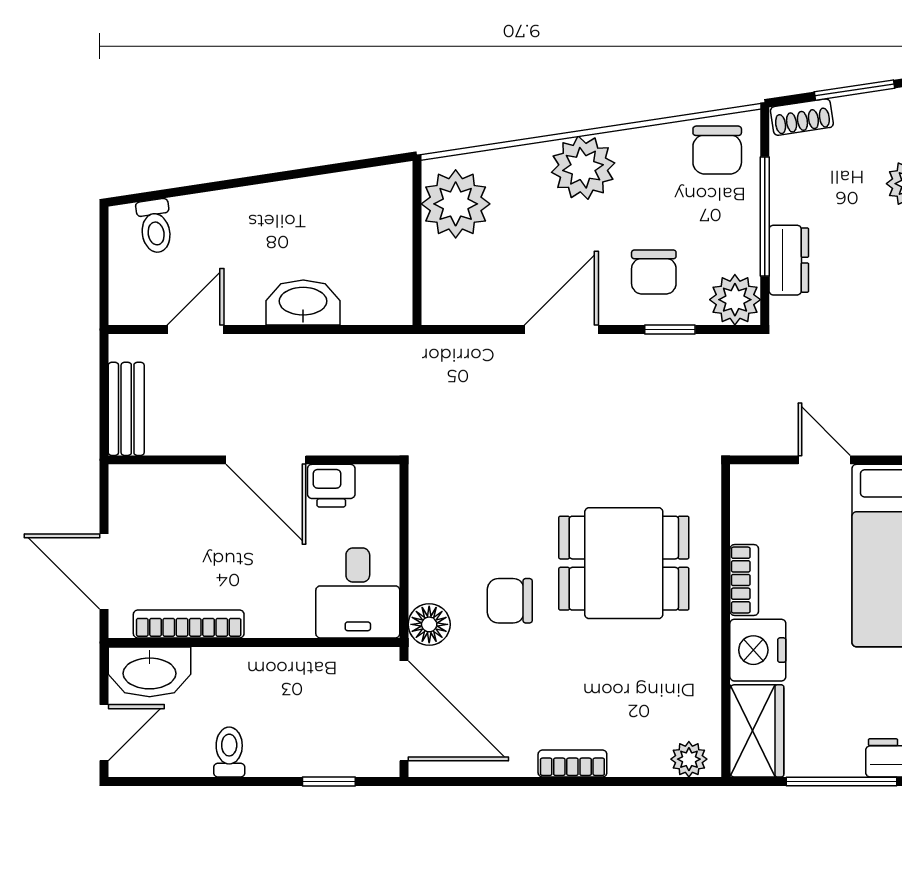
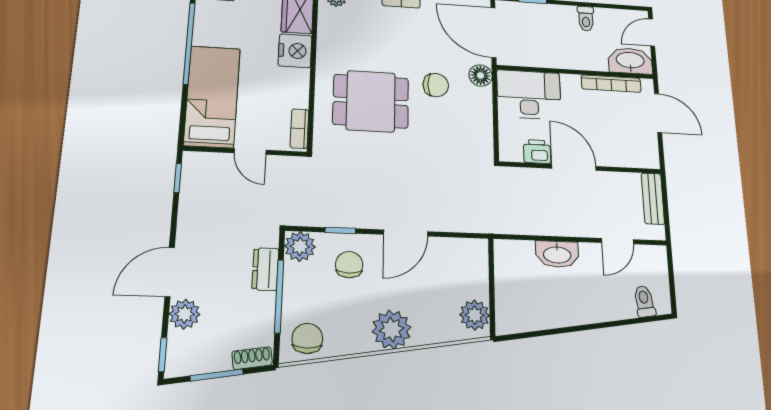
plant: (456, 204) -> (475, 315), width x0.73, depth x0.73
bookcase: (744, 580) -> (299, 129), moved
desk: (358, 593) -> (529, 95), width x1.37

